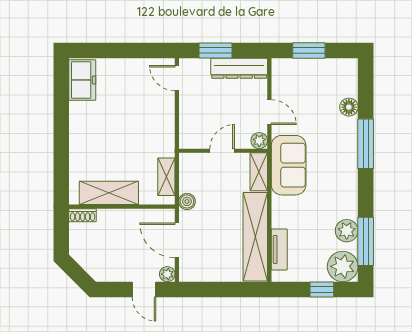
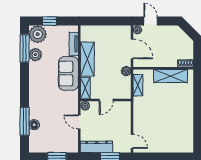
freezer: (82, 80) -> (186, 140), removed
window: (366, 144) -> (25, 121), moved
sofa: (289, 165) -> (68, 73), moved
shelving: (255, 237) -> (87, 59), width x0.68

